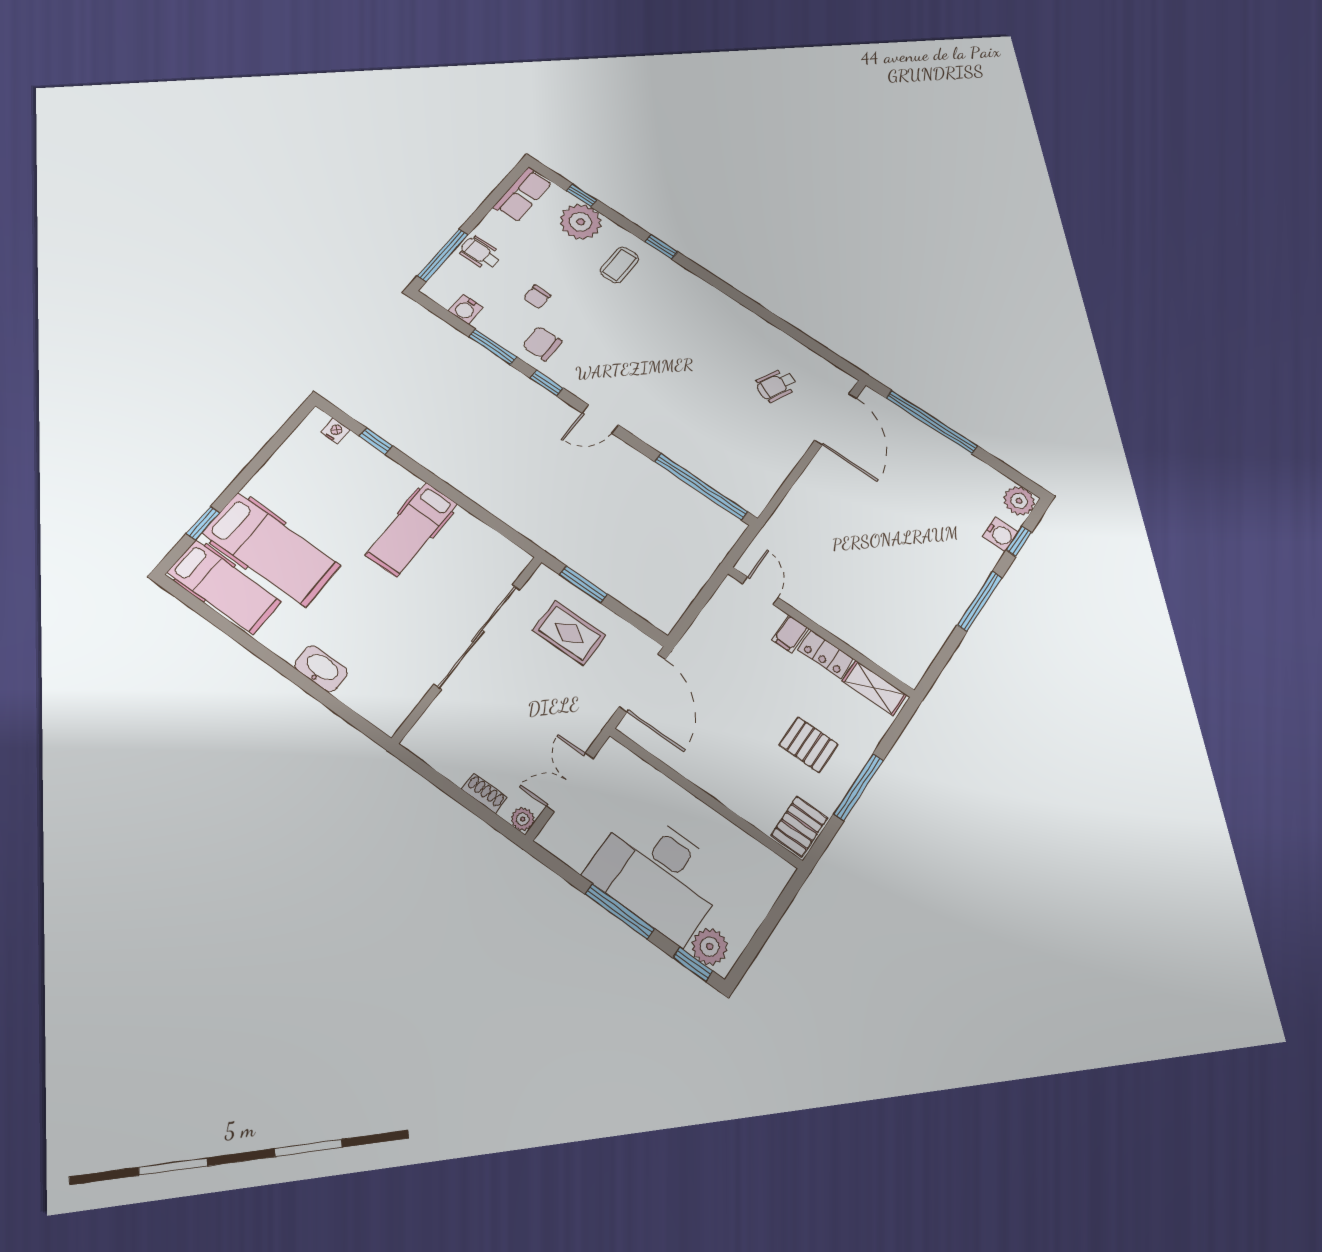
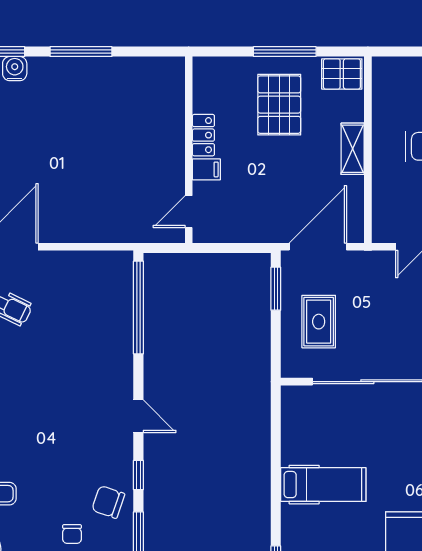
chair: (537, 297) -> (72, 534), turned 90
chair: (542, 343) -> (108, 502), turned 109
window: (583, 584) -> (276, 289), moved
shelving: (874, 688) -> (353, 149), moved
pallet: (809, 745) -> (279, 105), width x1.50, depth x1.42

